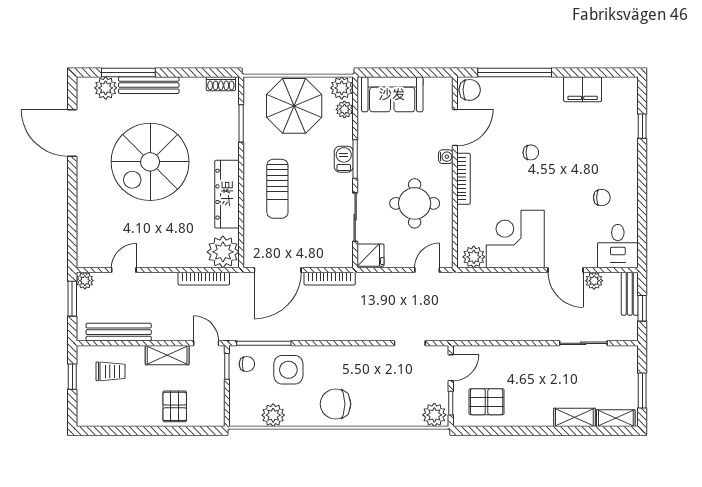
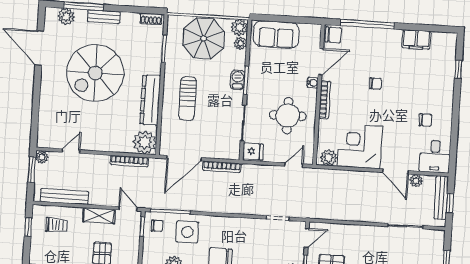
bench: (149, 85) -> (104, 17), width x0.73
bench: (630, 294) -> (441, 198), width x1.36

